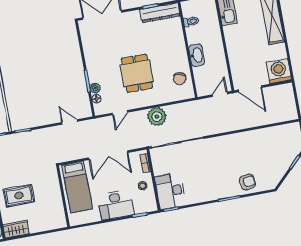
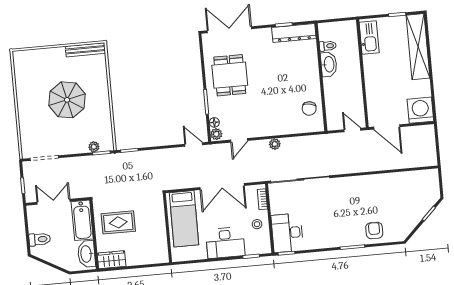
washbasin: (197, 55) -> (329, 64), moved
dining table: (137, 73) -> (230, 75), moved
plant: (95, 88) -> (216, 134), moved
door: (220, 94) -> (352, 130), hinge flipped
plant: (157, 117) -> (275, 144), width x0.53, depth x0.53
door: (69, 122) -> (194, 145), moved
armchair: (247, 182) -> (374, 230), turned -81

